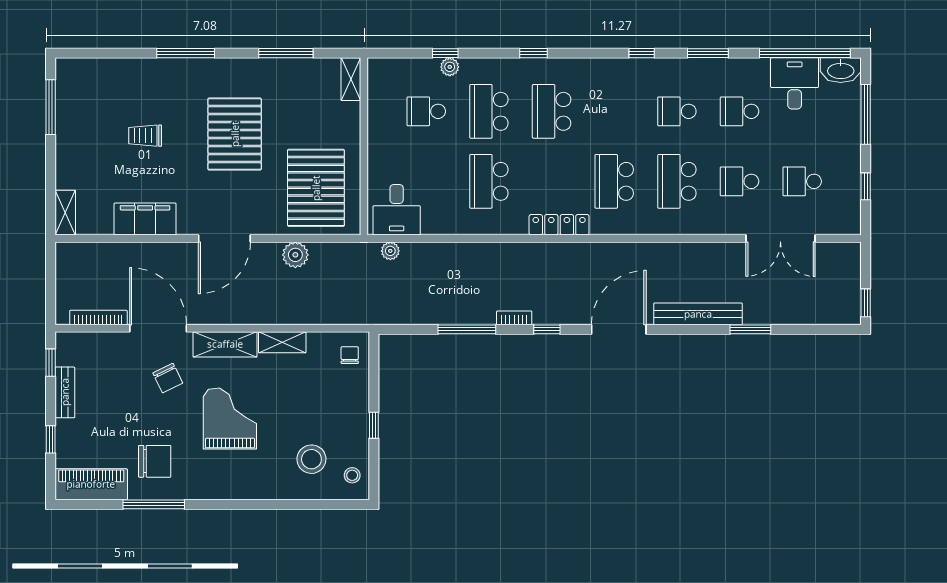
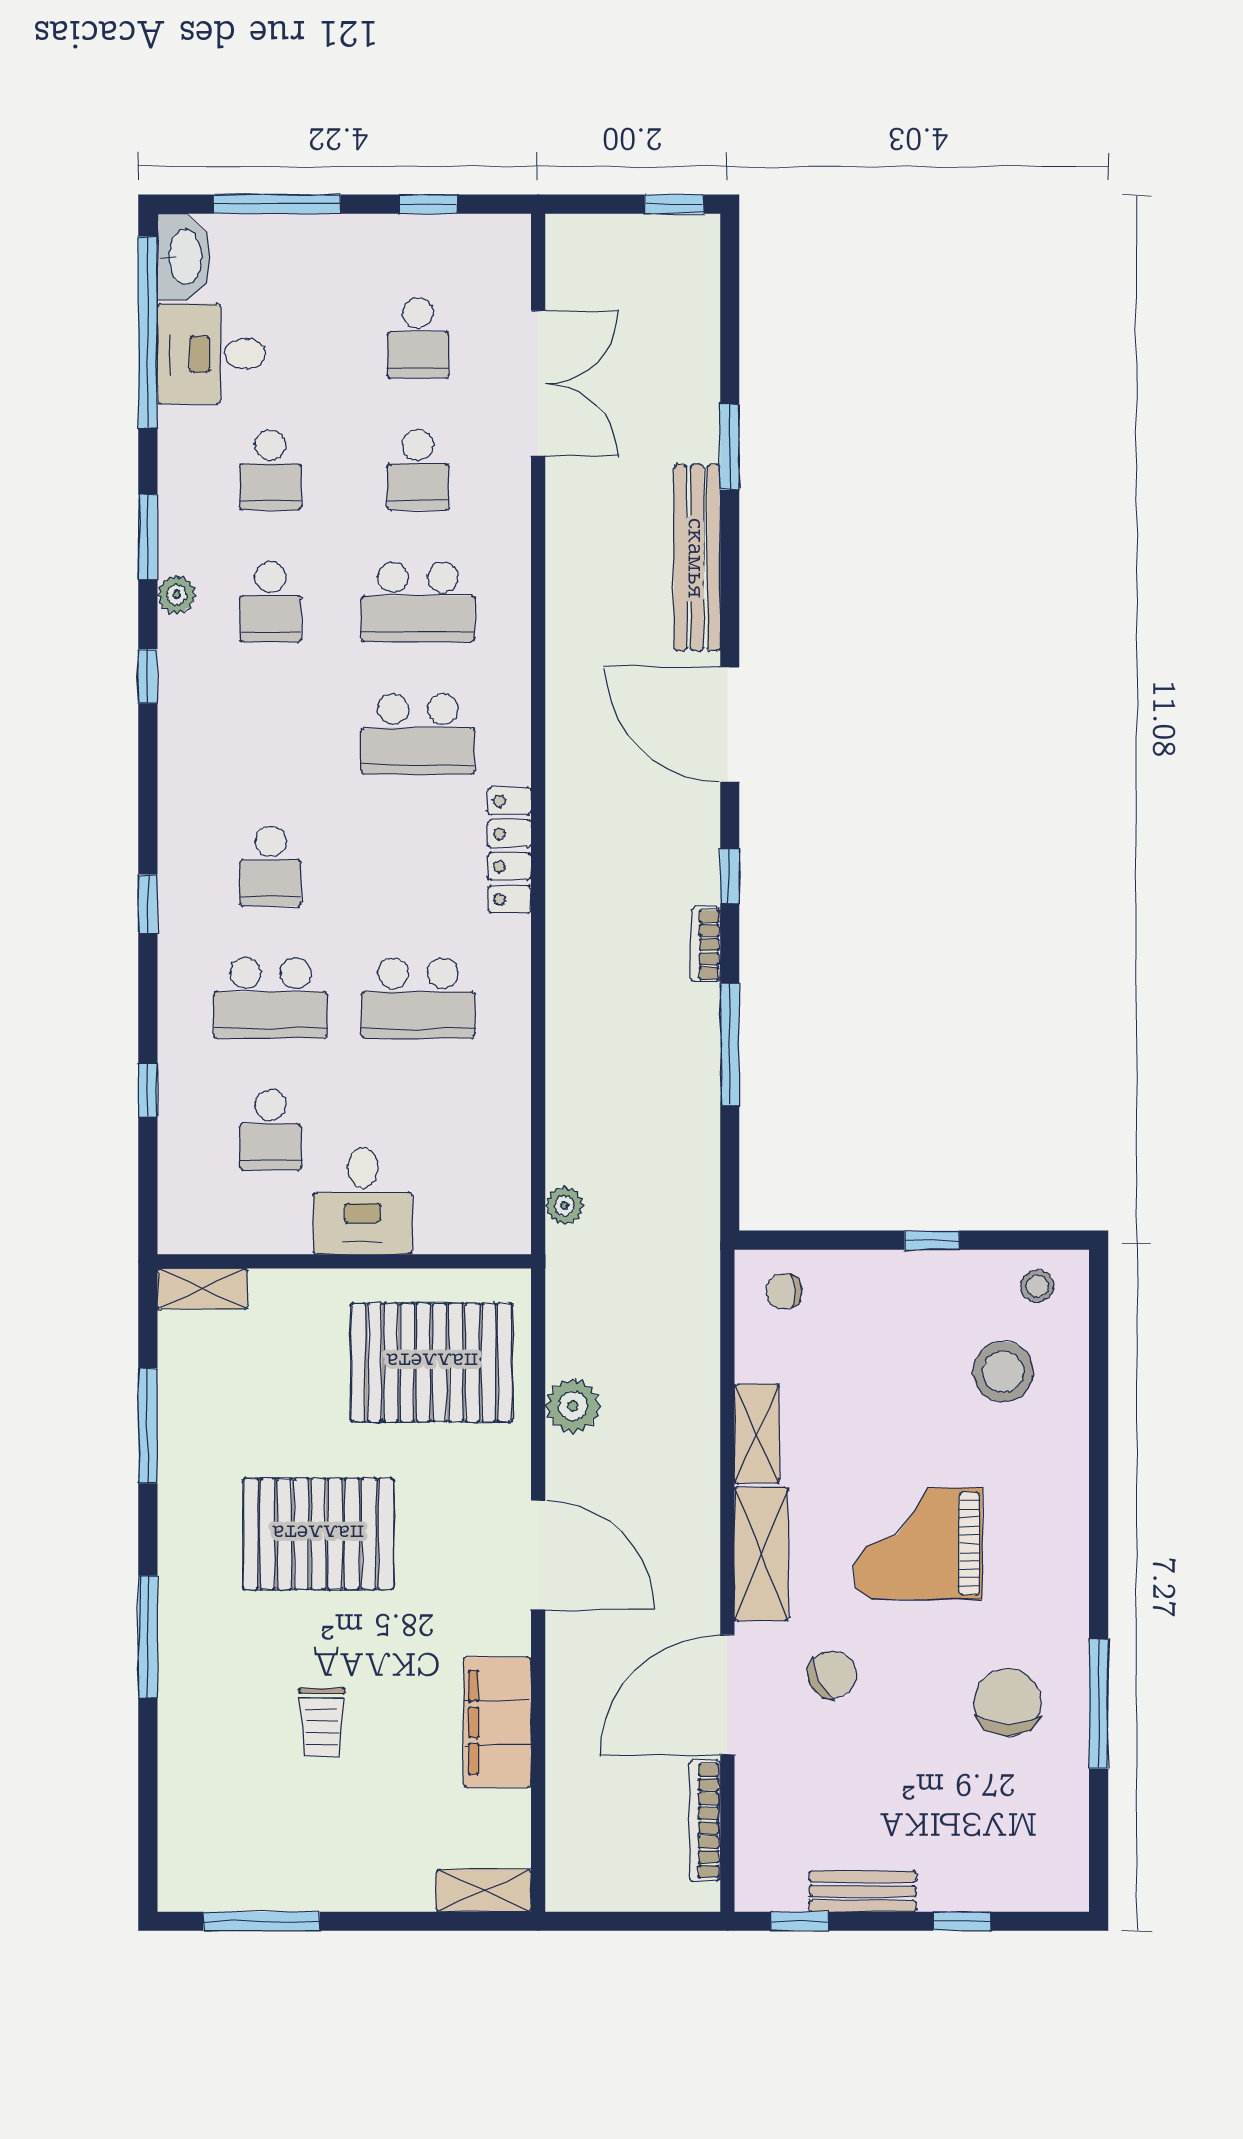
plant: (450, 67) -> (177, 595), moved
school desk: (552, 111) -> (270, 866), width x0.54
desk: (397, 210) -> (363, 1201), moved, turned 90
piano: (91, 484) -> (1056, 1836), removed

